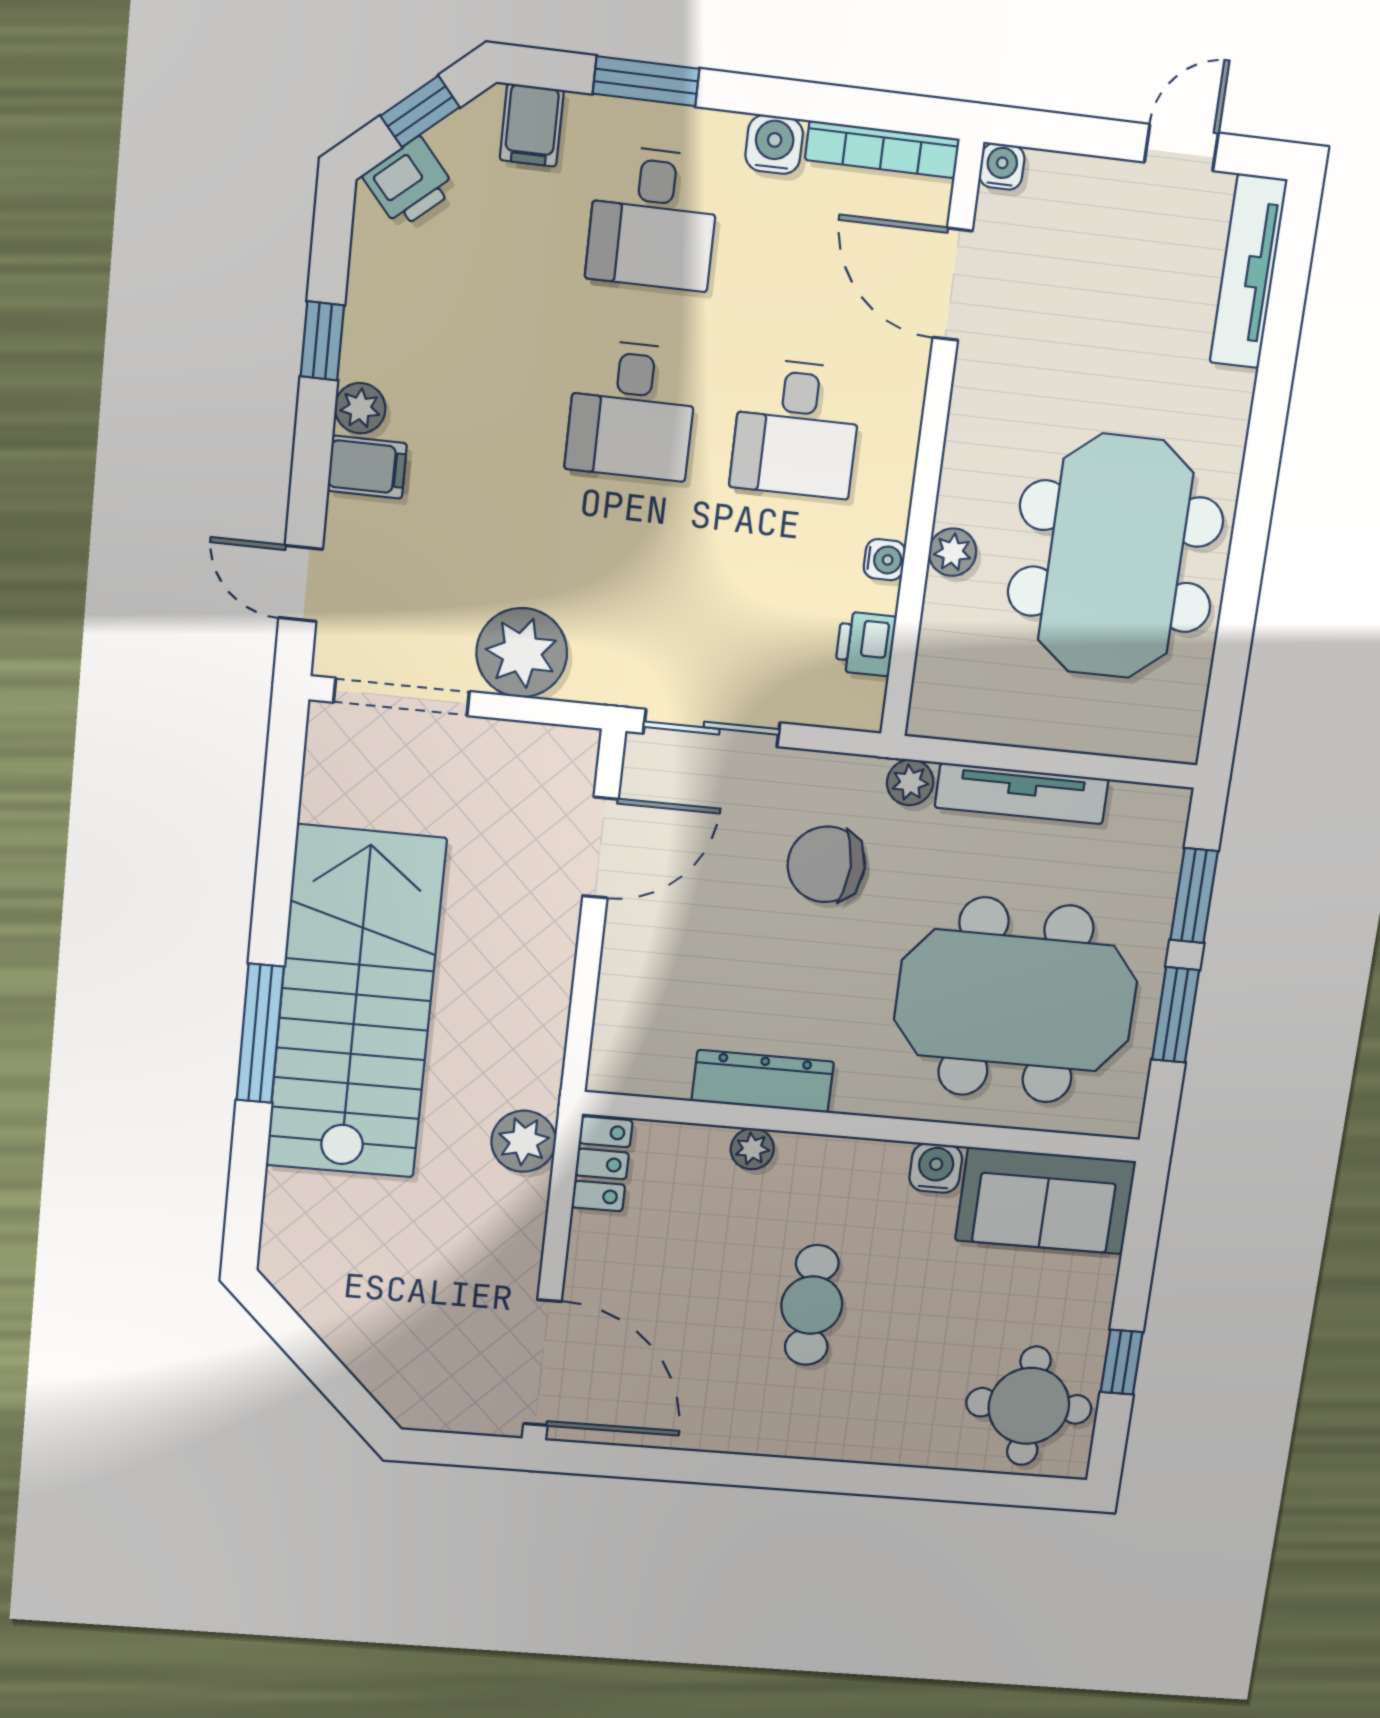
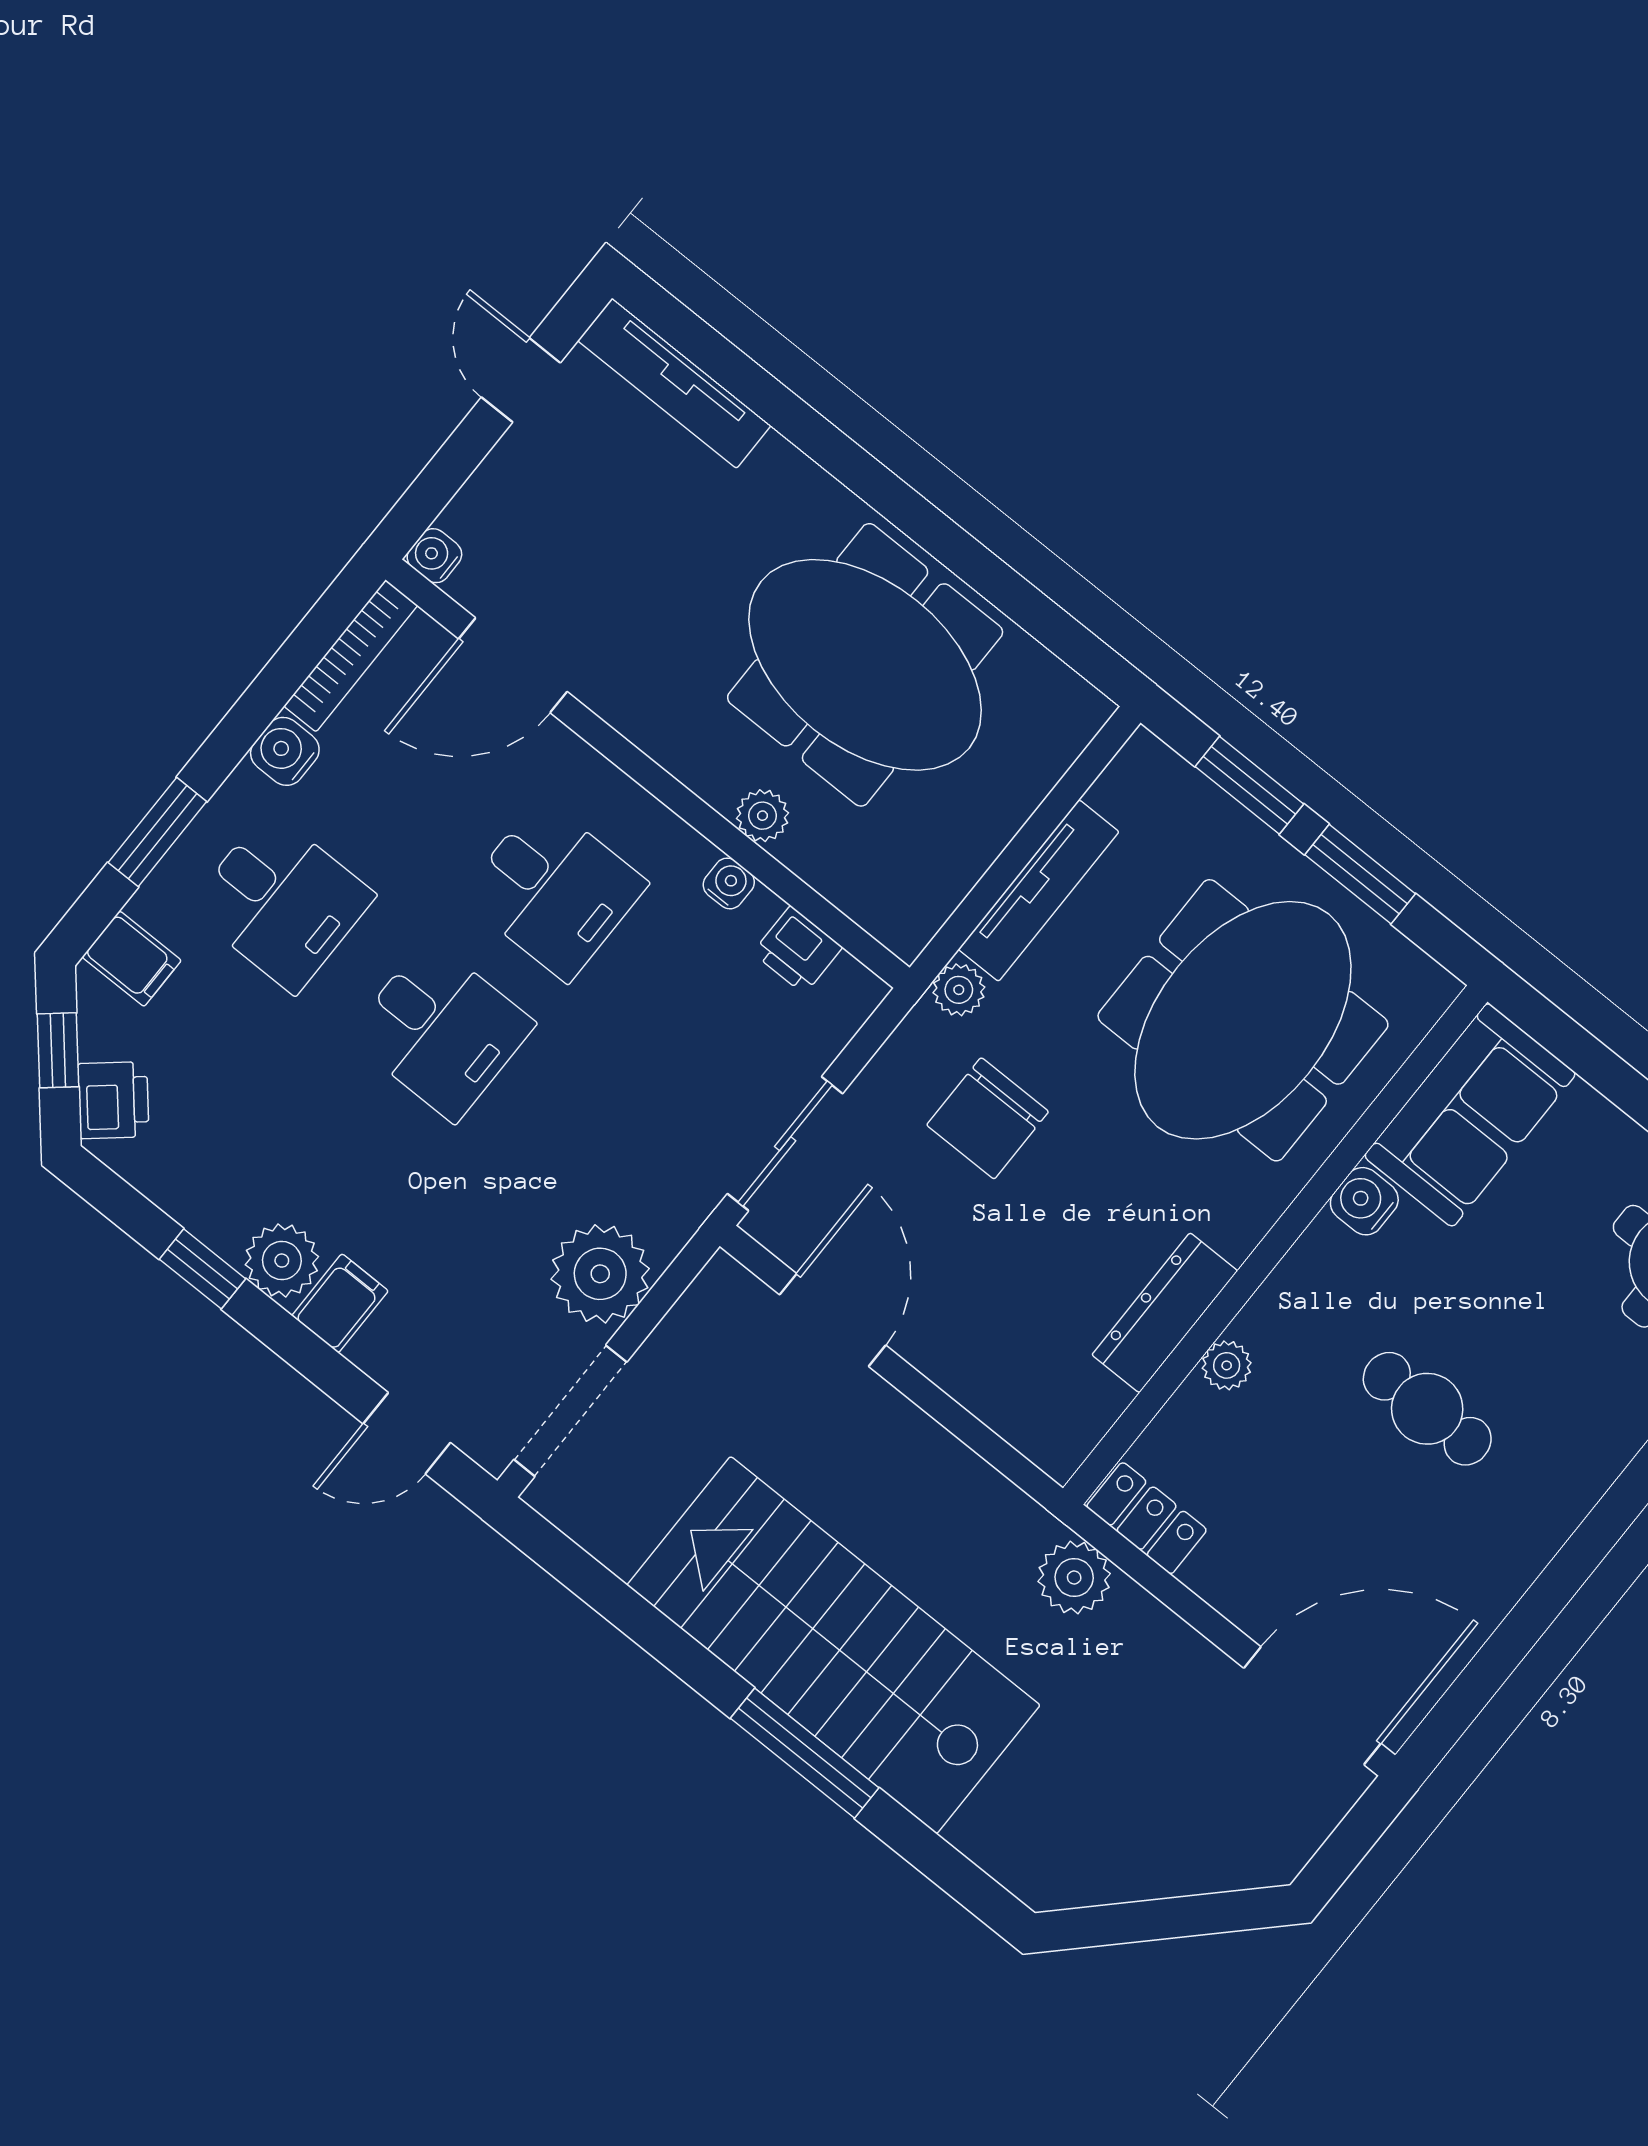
plant: (360, 408) -> (282, 1261), width x1.38, depth x1.38

